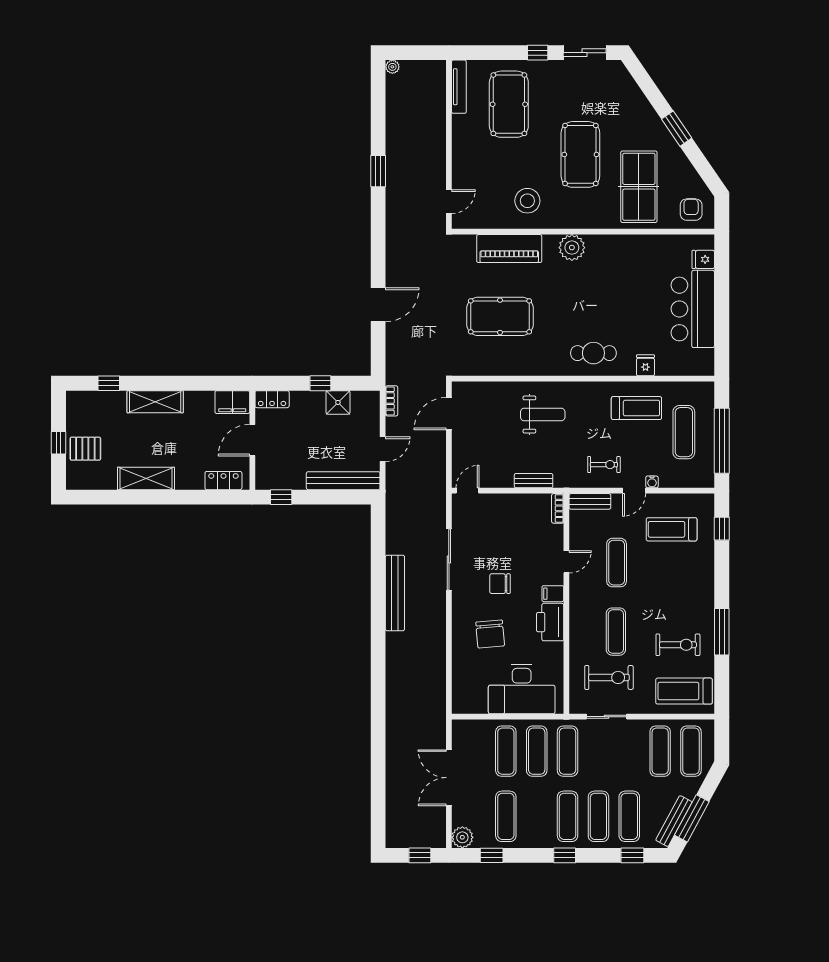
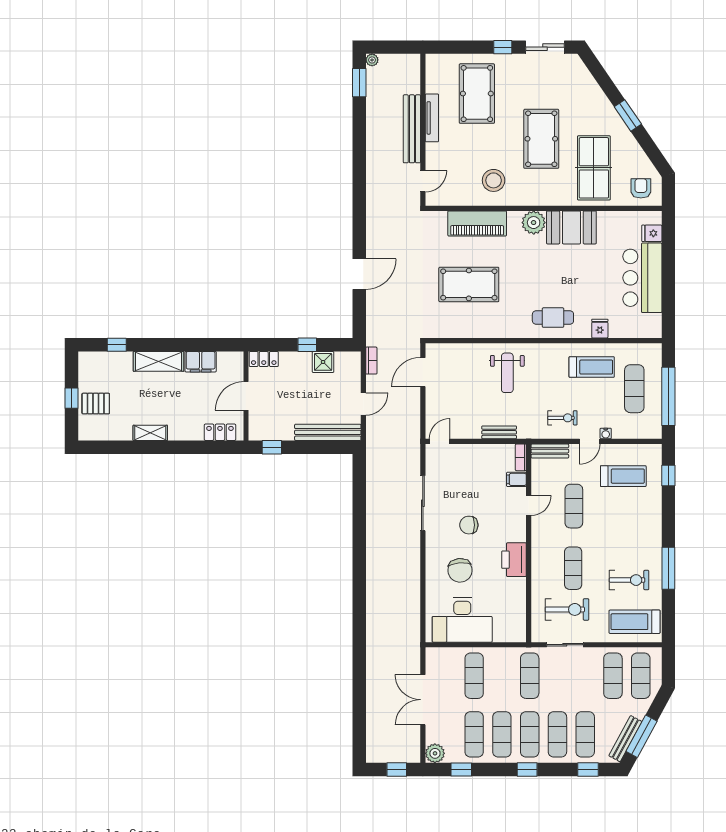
tv unit: (459, 87) -> (432, 118), moved
window: (378, 171) -> (359, 83), moved
booth: (614, 253) -> (571, 227), added
filing cabinet: (232, 402) -> (201, 362), moved
weight bench: (543, 415) -> (507, 373), turned 90
shelving: (146, 478) -> (150, 433), width x0.67, depth x0.75
treadmill: (672, 529) -> (623, 476), turned 180
bench: (395, 593) -> (412, 129), moved
filing cabinet: (553, 594) -> (516, 479), moved
desk: (522, 689) -> (462, 620), moved
exercise mat: (537, 751) -> (502, 734), moved

